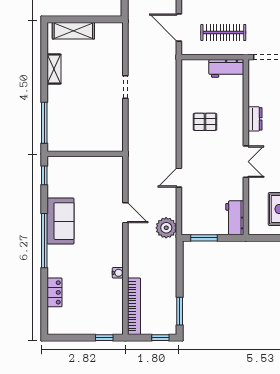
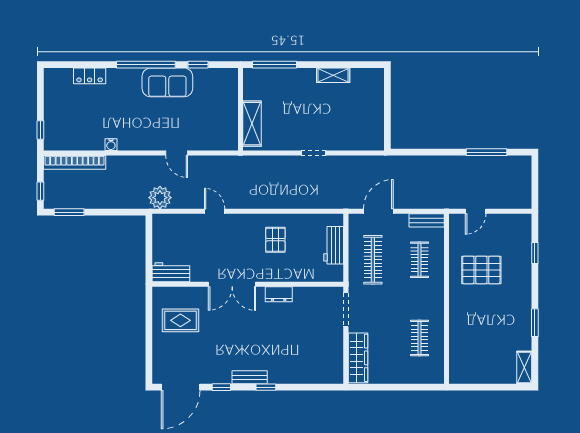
shelving: (73, 31) -> (252, 124), moved
workbench: (226, 68) -> (334, 245), moved
double door: (246, 162) -> (232, 284), width x1.37
window: (44, 175) -> (198, 65), moved
door: (125, 213) -> (177, 153), hinge flipped
window: (204, 238) -> (149, 239), removed

